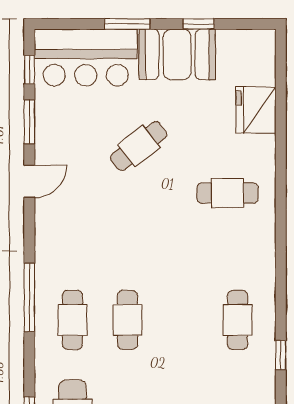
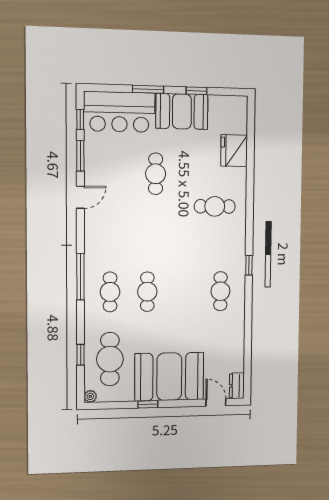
cafe table: (139, 146) -> (156, 174), turned -52
window: (281, 355) -> (249, 265), moved

